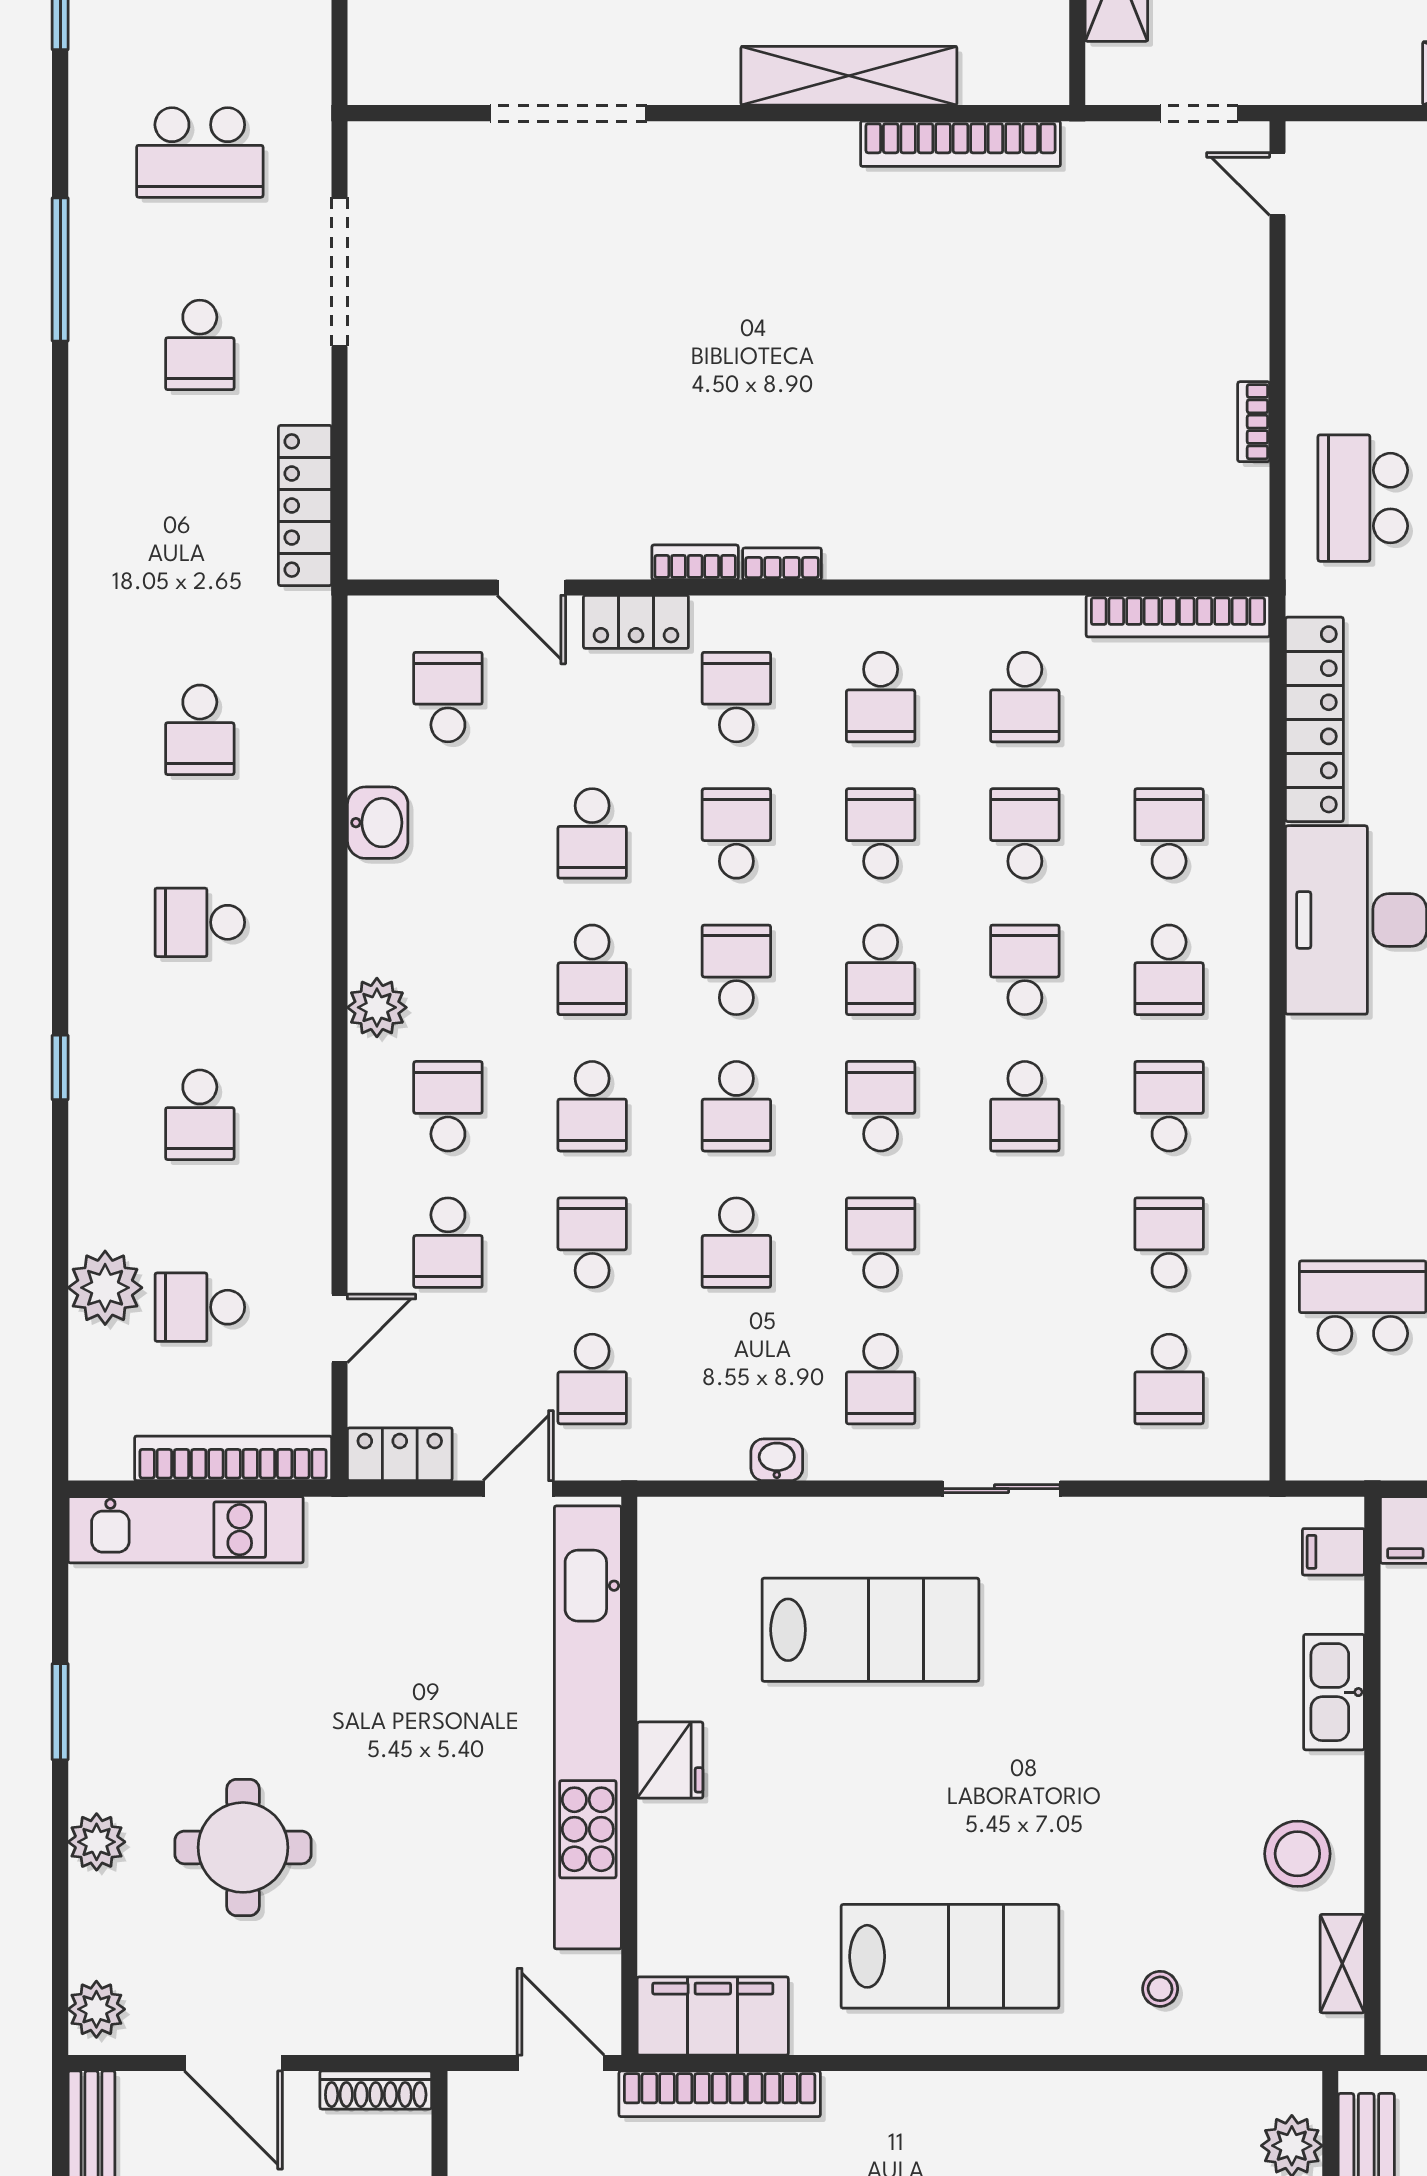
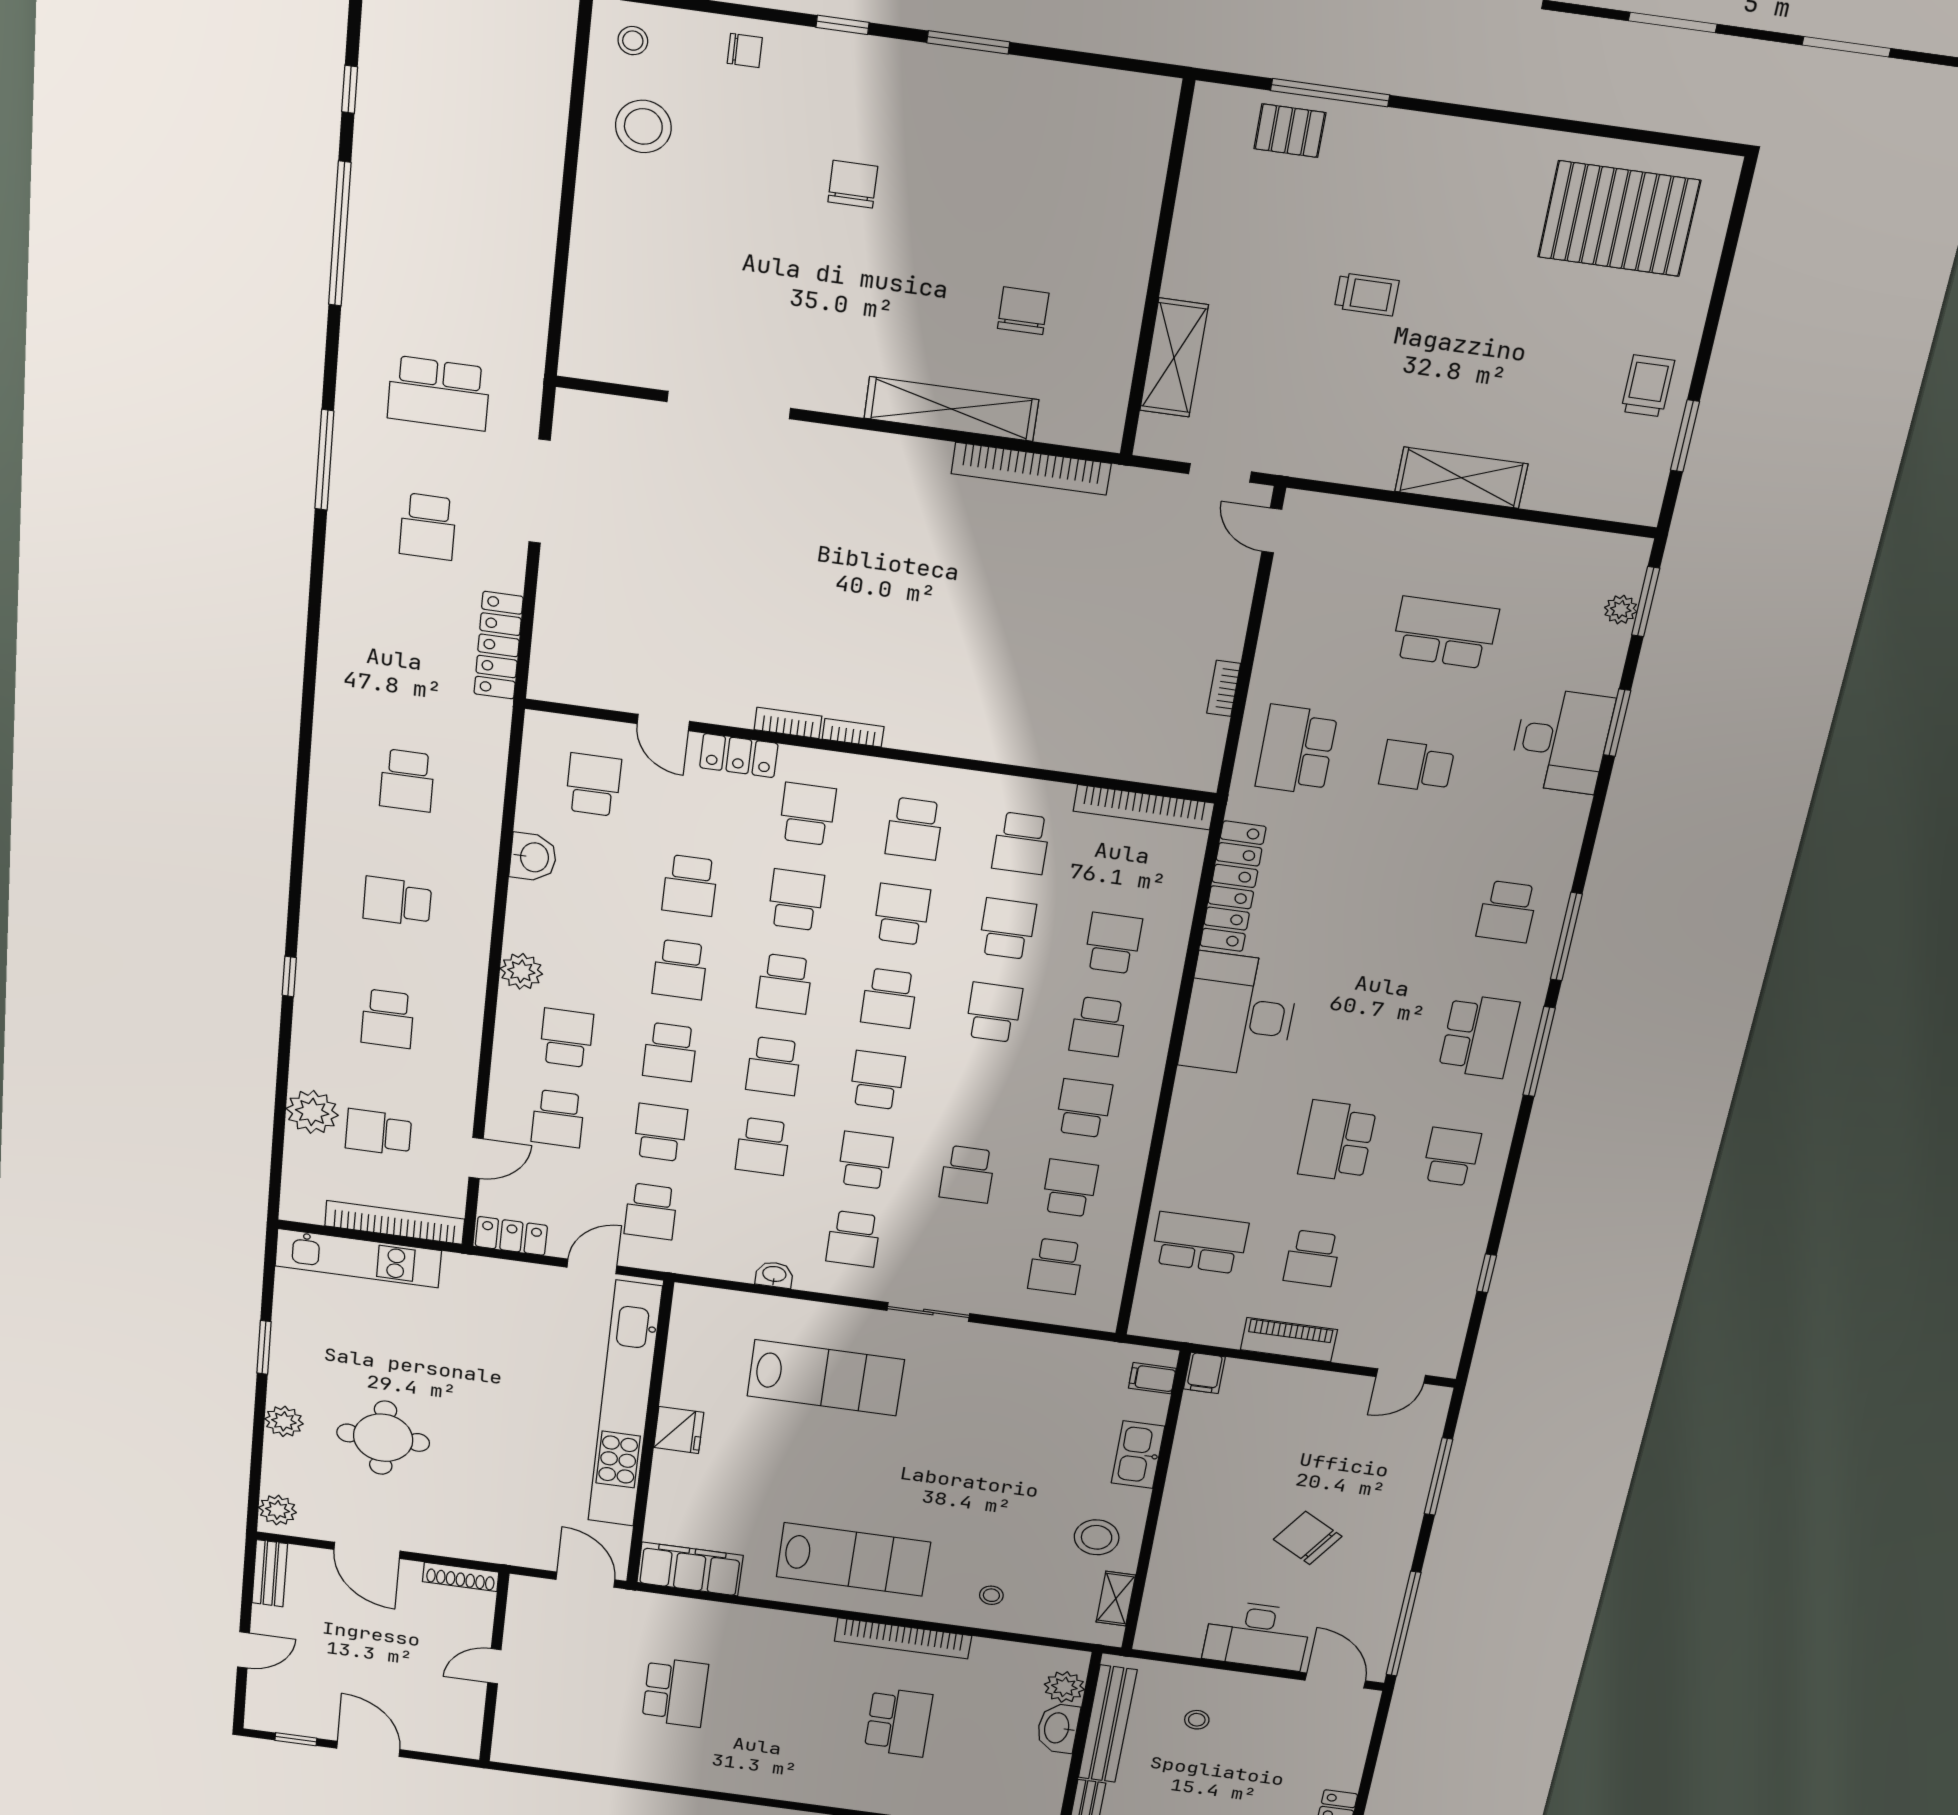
school desk: (736, 970) -> (785, 984), turned 180
school desk: (1025, 1106) -> (967, 1174), moved
bookcase: (720, 2094) -> (903, 1638), moved

